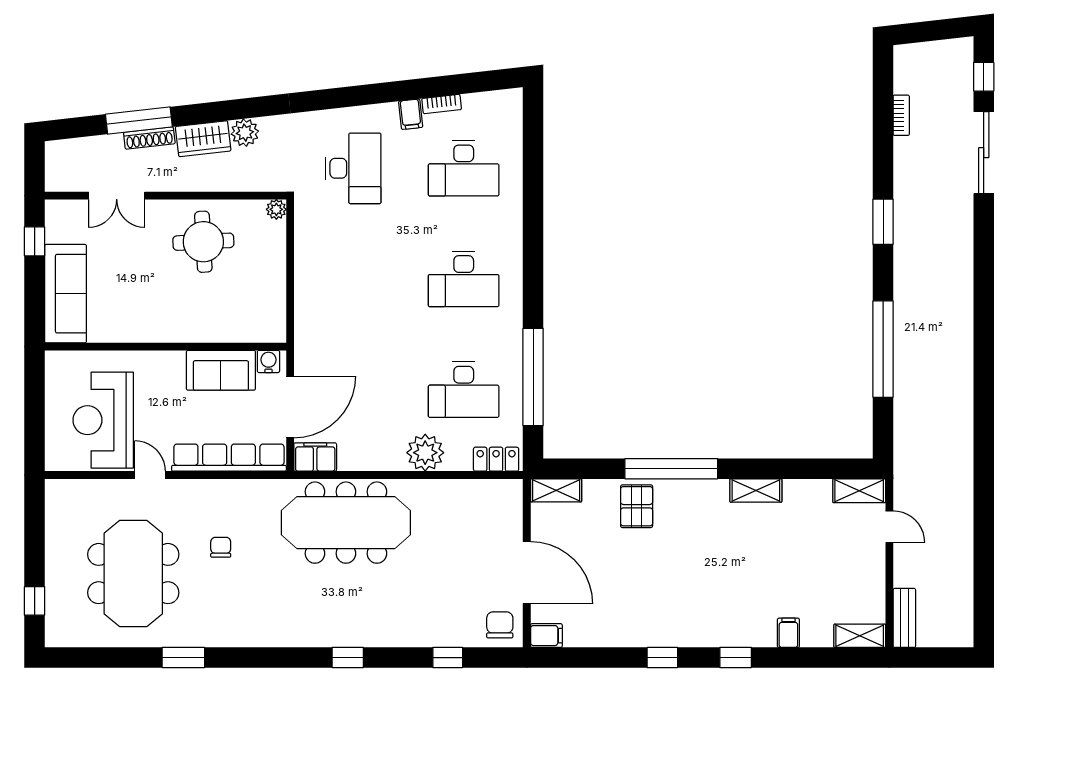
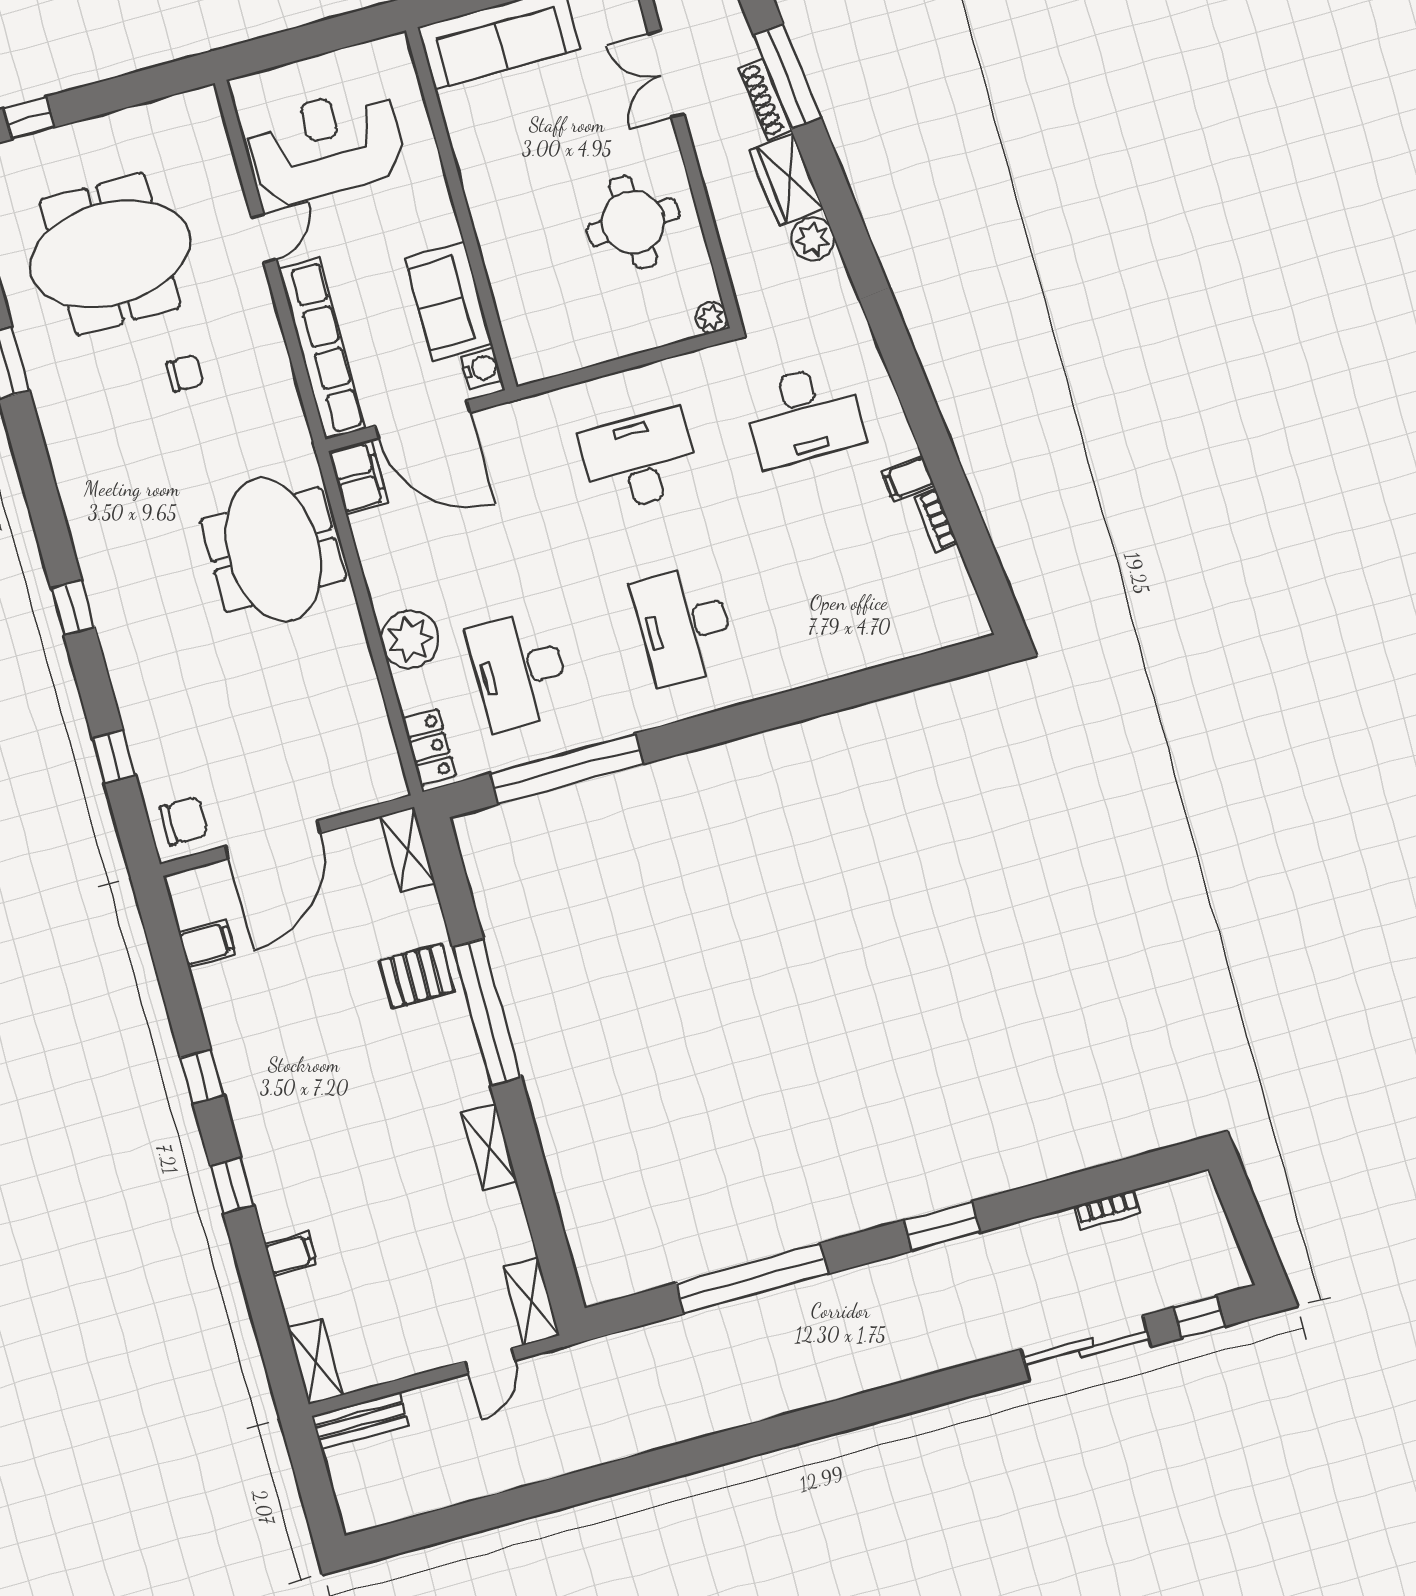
desk: (464, 168) -> (639, 461), moved, turned 90
meeting table: (346, 523) -> (273, 550), width x0.73
filing cabinet: (546, 636) -> (207, 943), moved, turned -90

